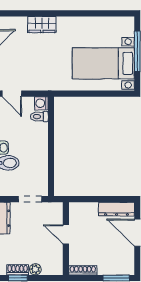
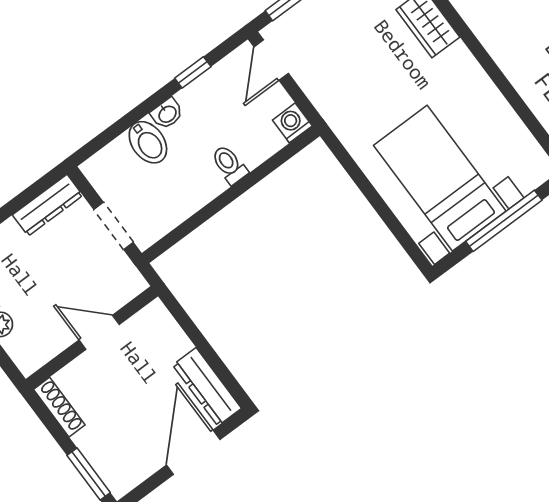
toilet: (39, 117) -> (229, 165), moved
door: (66, 234) -> (99, 332), hinge flipped

